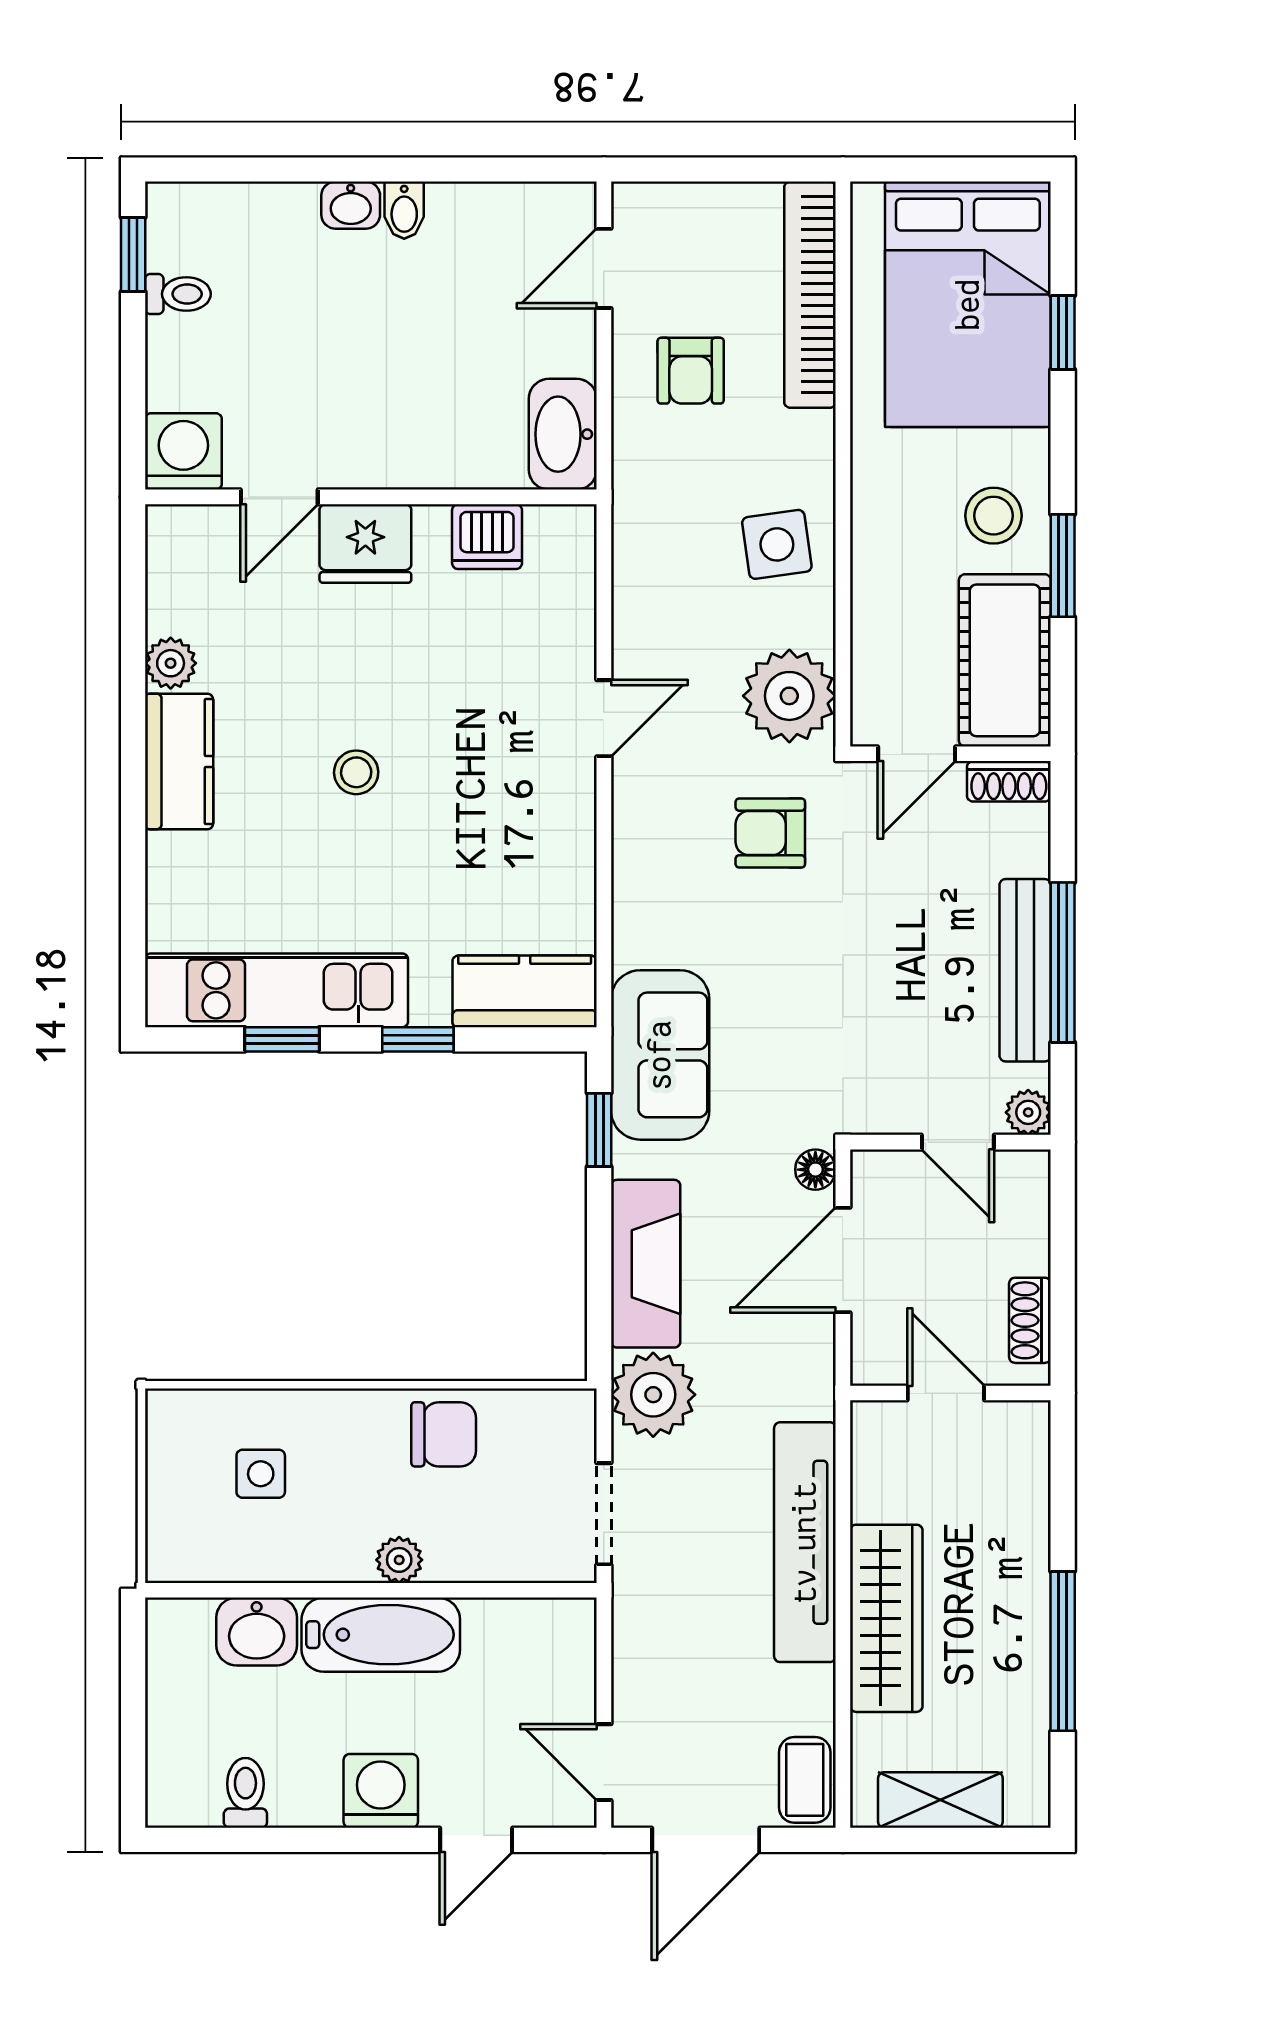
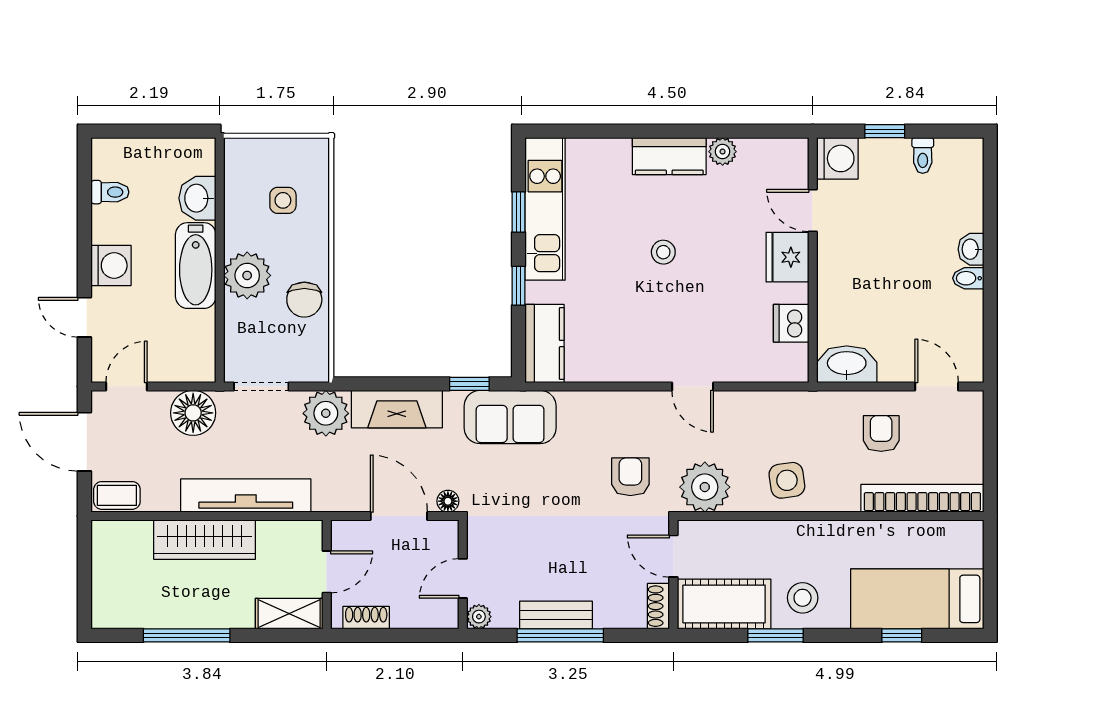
window: (133, 255) -> (885, 131), moved
bed: (968, 304) -> (917, 599), width x0.67
armchair: (691, 371) -> (881, 434), turned 90
bench: (1025, 970) -> (556, 615), width x0.73
plant: (399, 1560) -> (247, 275), width x1.87, depth x1.87
floor lamp: (653, 1639) -> (193, 413), added
shelving: (940, 1800) -> (289, 614), moved, turned 90

